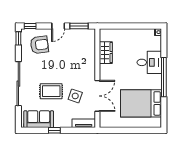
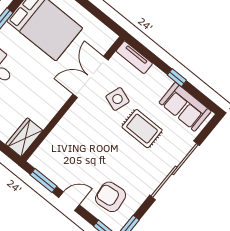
wardrobe: (106, 53) -> (24, 137), moved

